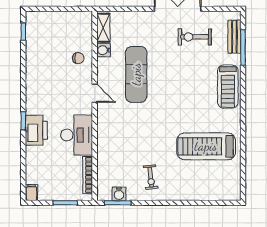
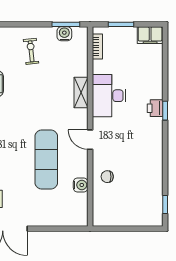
shelving: (103, 28) -> (81, 93), moved
printer: (36, 130) -> (155, 108), width x0.53, depth x0.68
bookcase: (88, 175) -> (97, 46), width x0.64
filing cabinet: (31, 193) -> (150, 35), width x2.00

